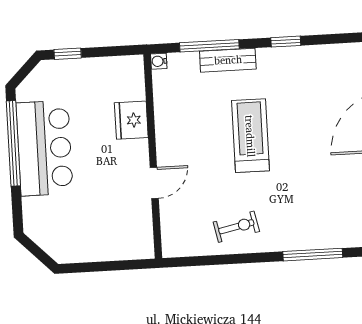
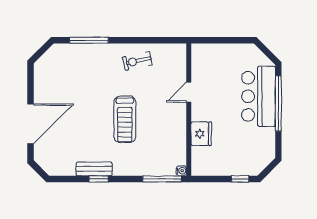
window: (209, 46) -> (162, 179), moved
bench: (228, 60) -> (94, 169), moved
window: (13, 143) -> (278, 103), moved
bar counter: (45, 148) -> (258, 96), moved

